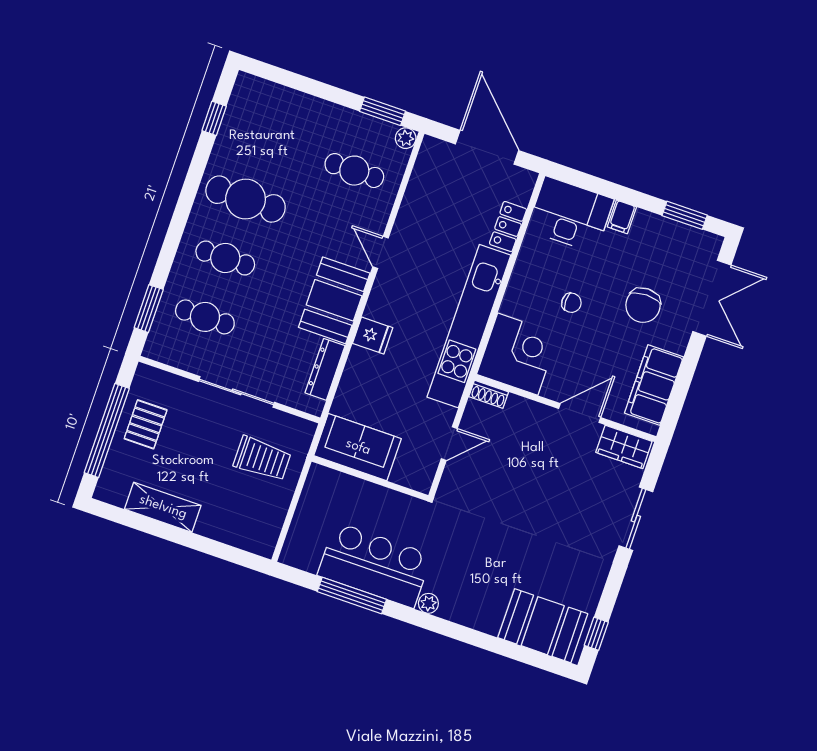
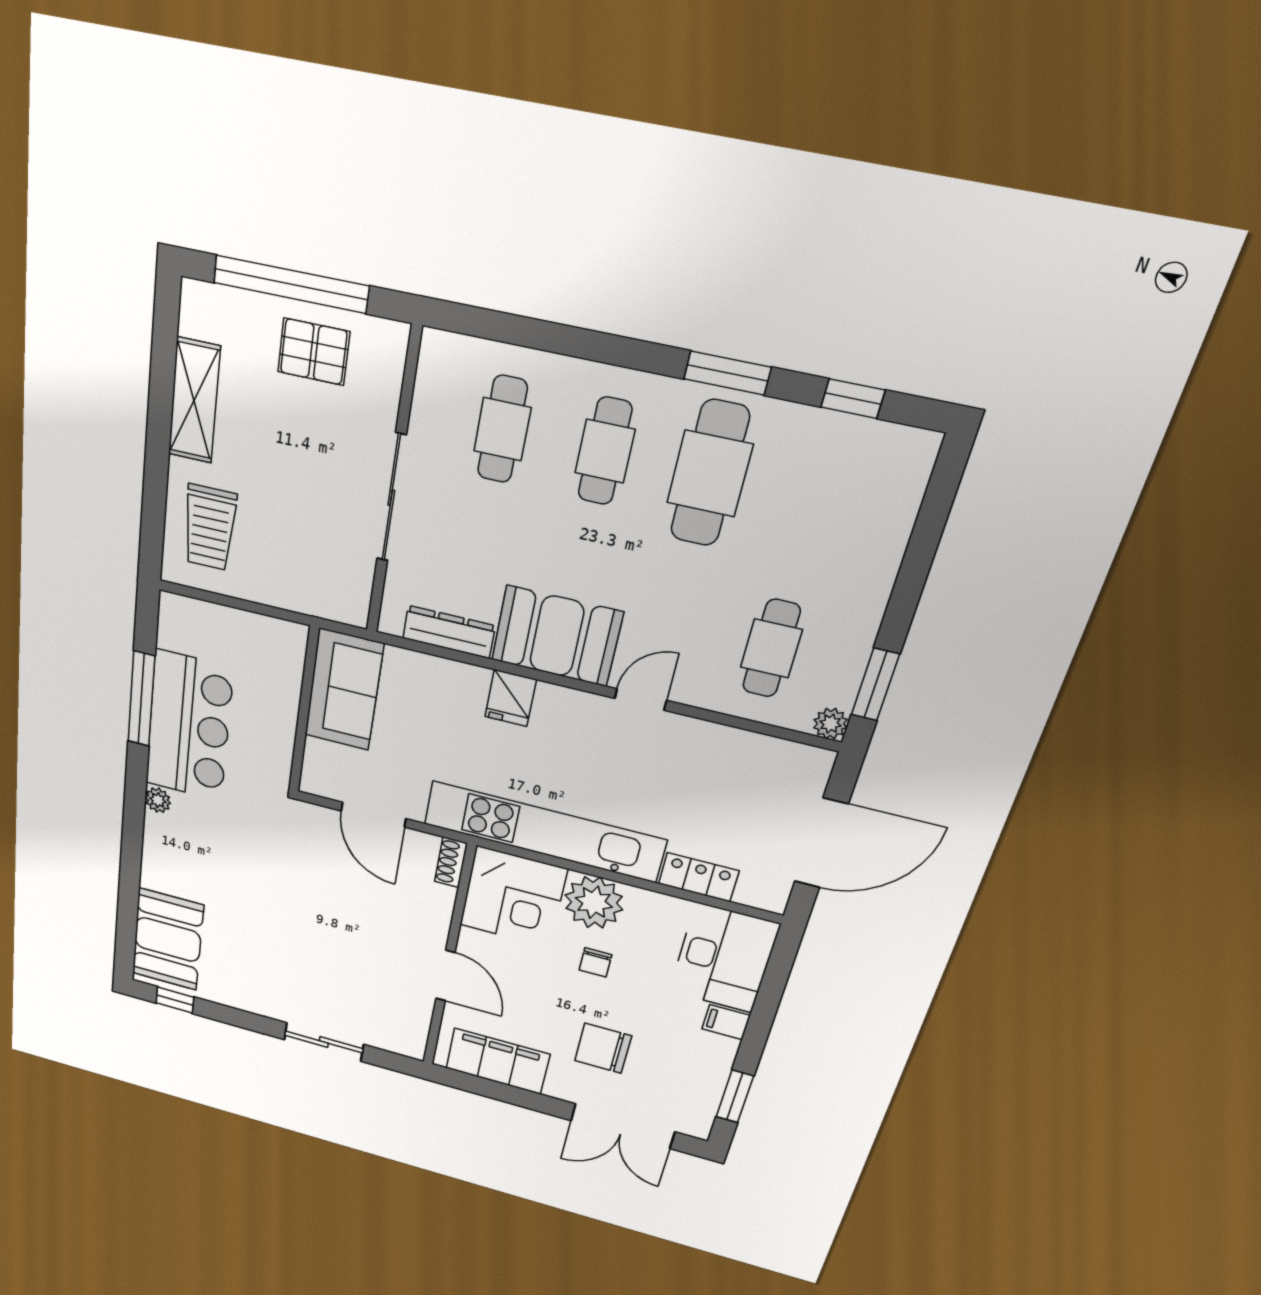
plant: (524, 298) -> (594, 902), added
window: (149, 309) -> (727, 373), moved
door: (449, 444) -> (373, 815), width x1.38
wardrobe: (624, 447) -> (411, 1028), removed
trolley: (262, 459) -> (210, 528), moved

